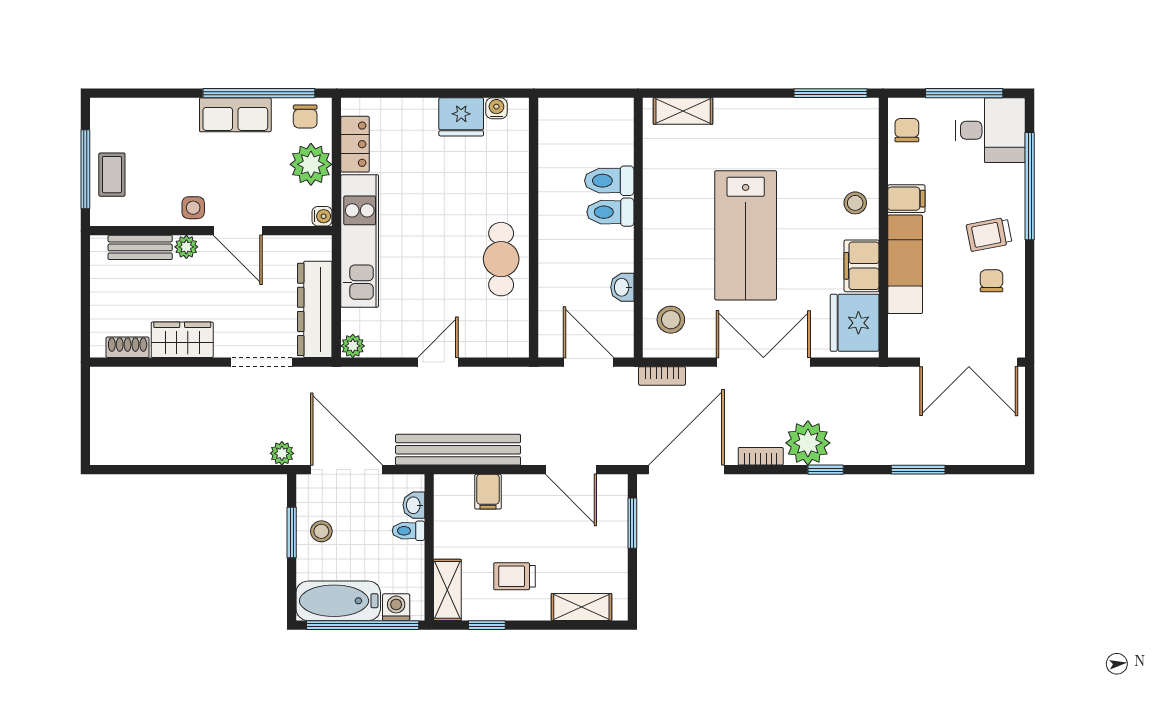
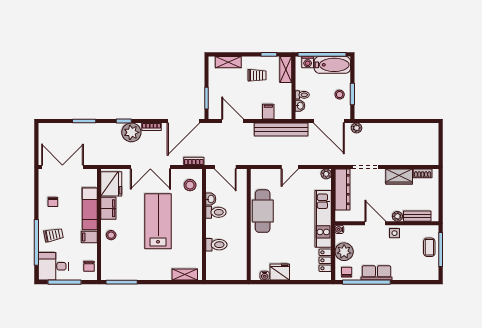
toilet: (610, 212) -> (216, 212), moved
trolley: (989, 234) -> (54, 235), moved
cafe table: (501, 259) -> (263, 211), width x1.37, depth x1.35

